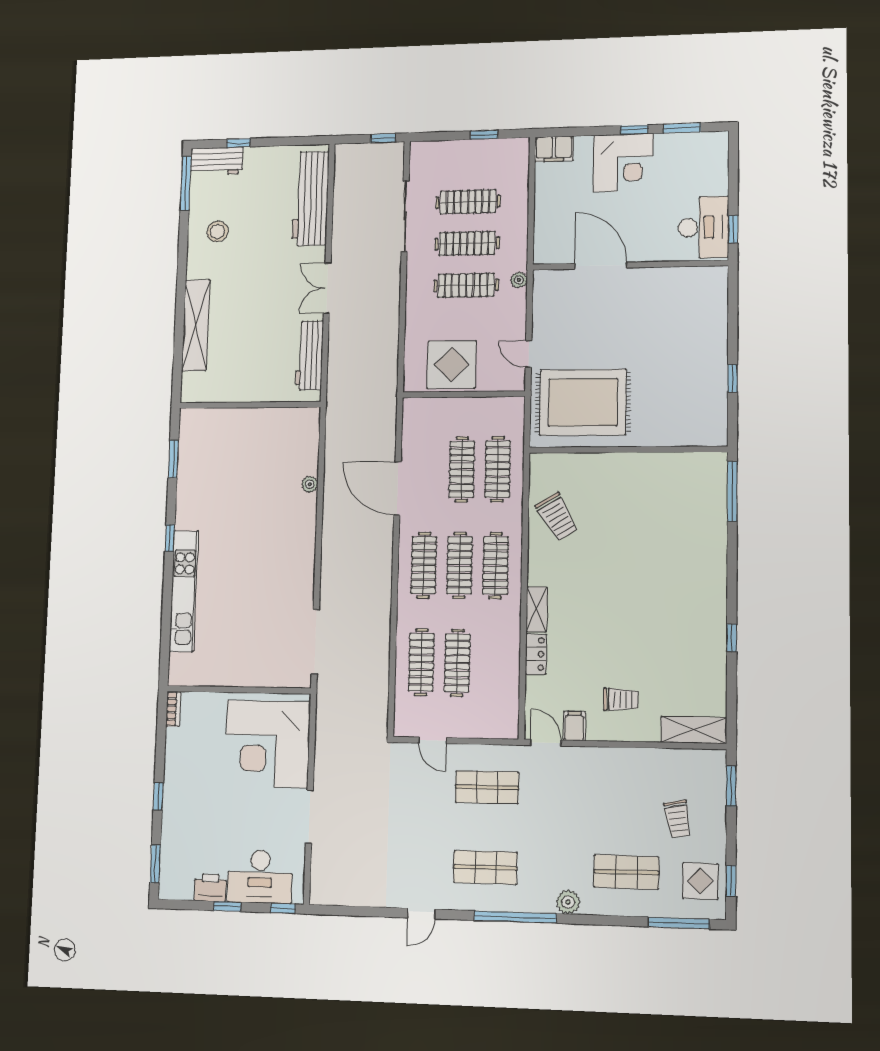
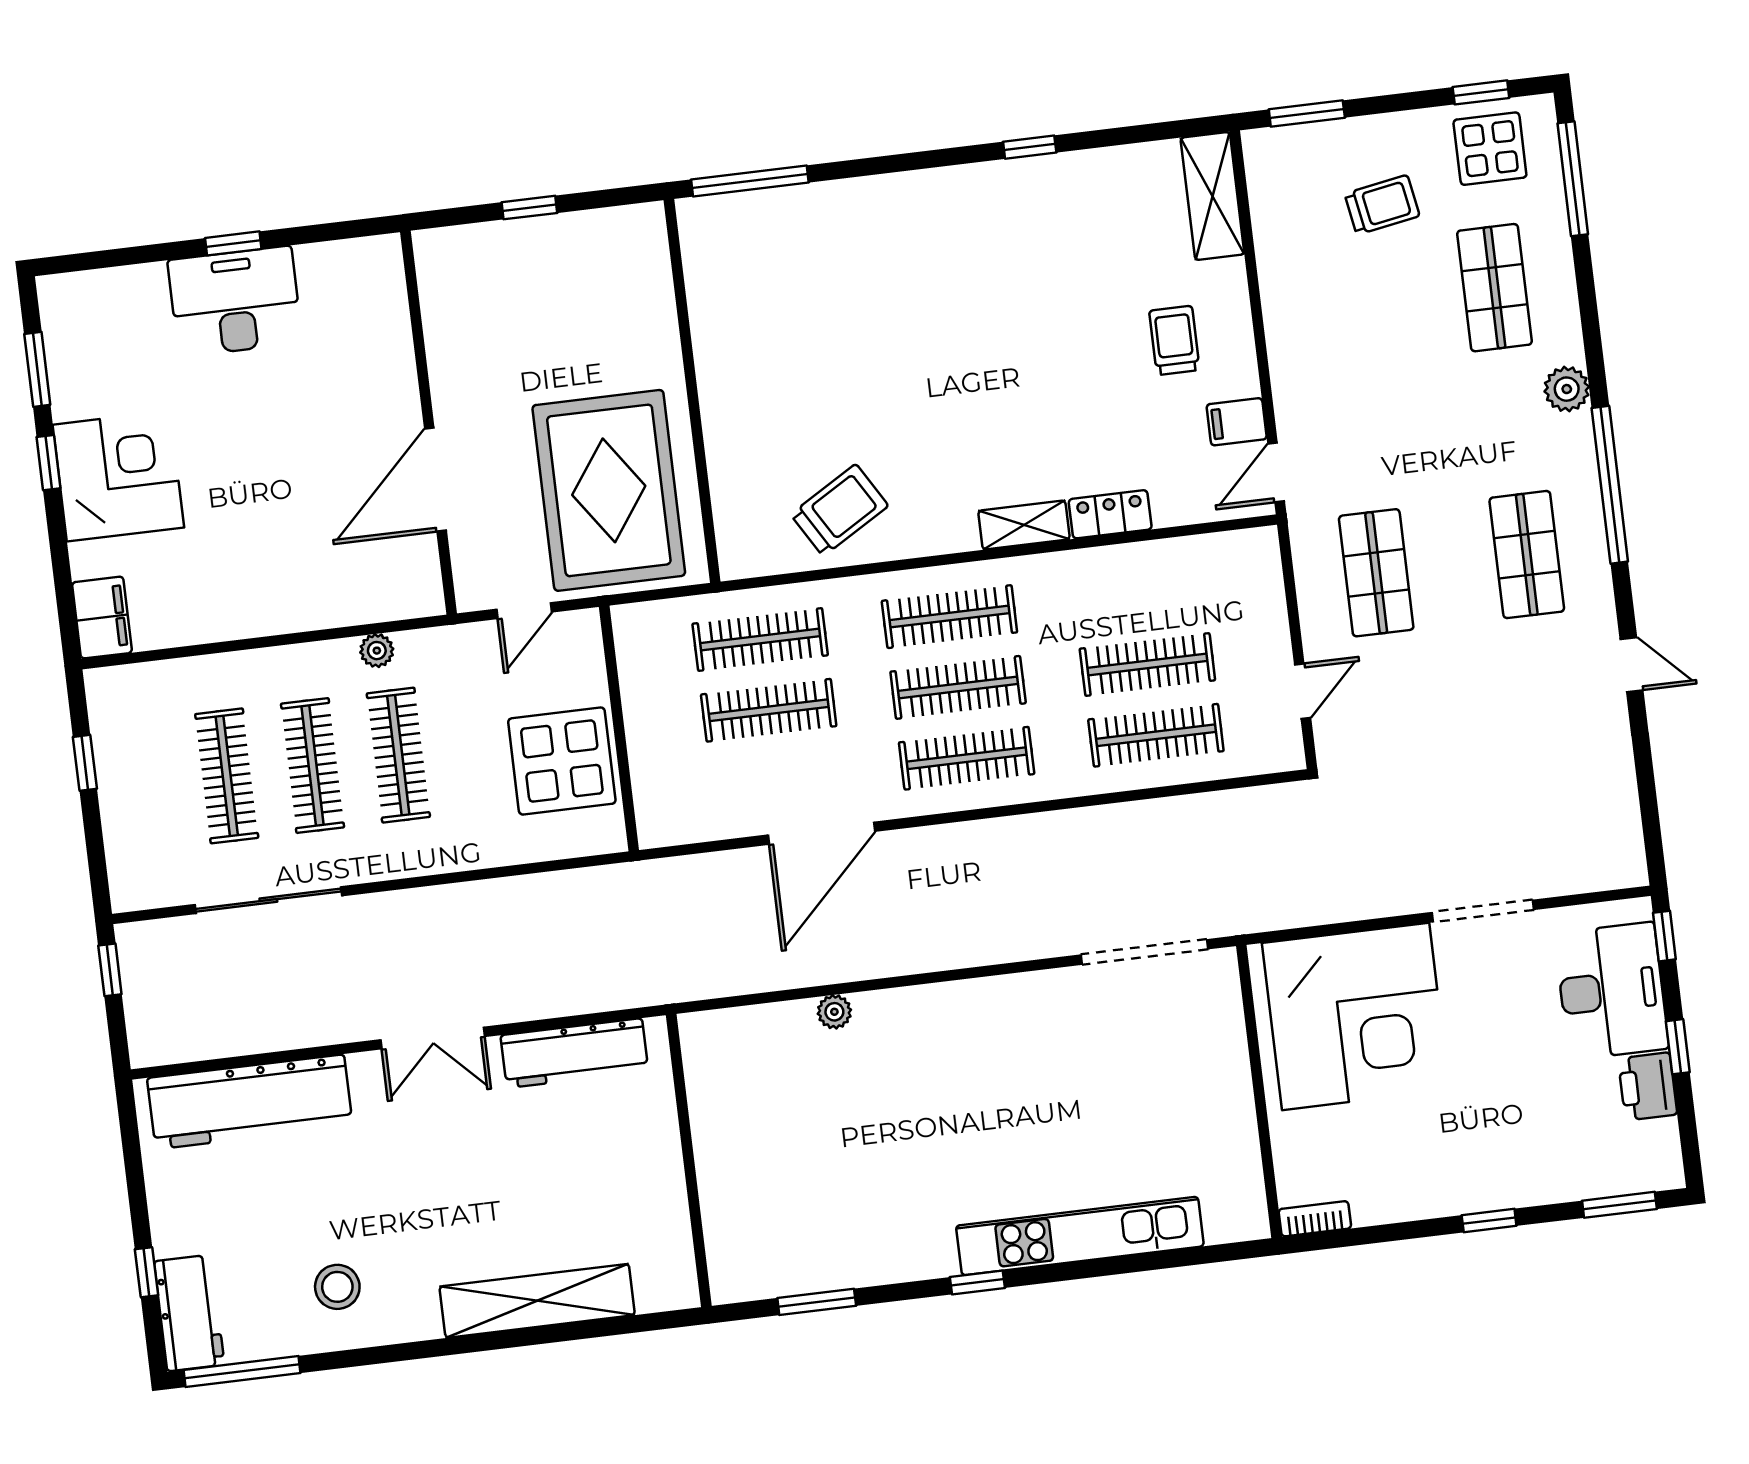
wall: (630, 265) -> (429, 423), moved
door: (601, 266) -> (435, 480), moved

